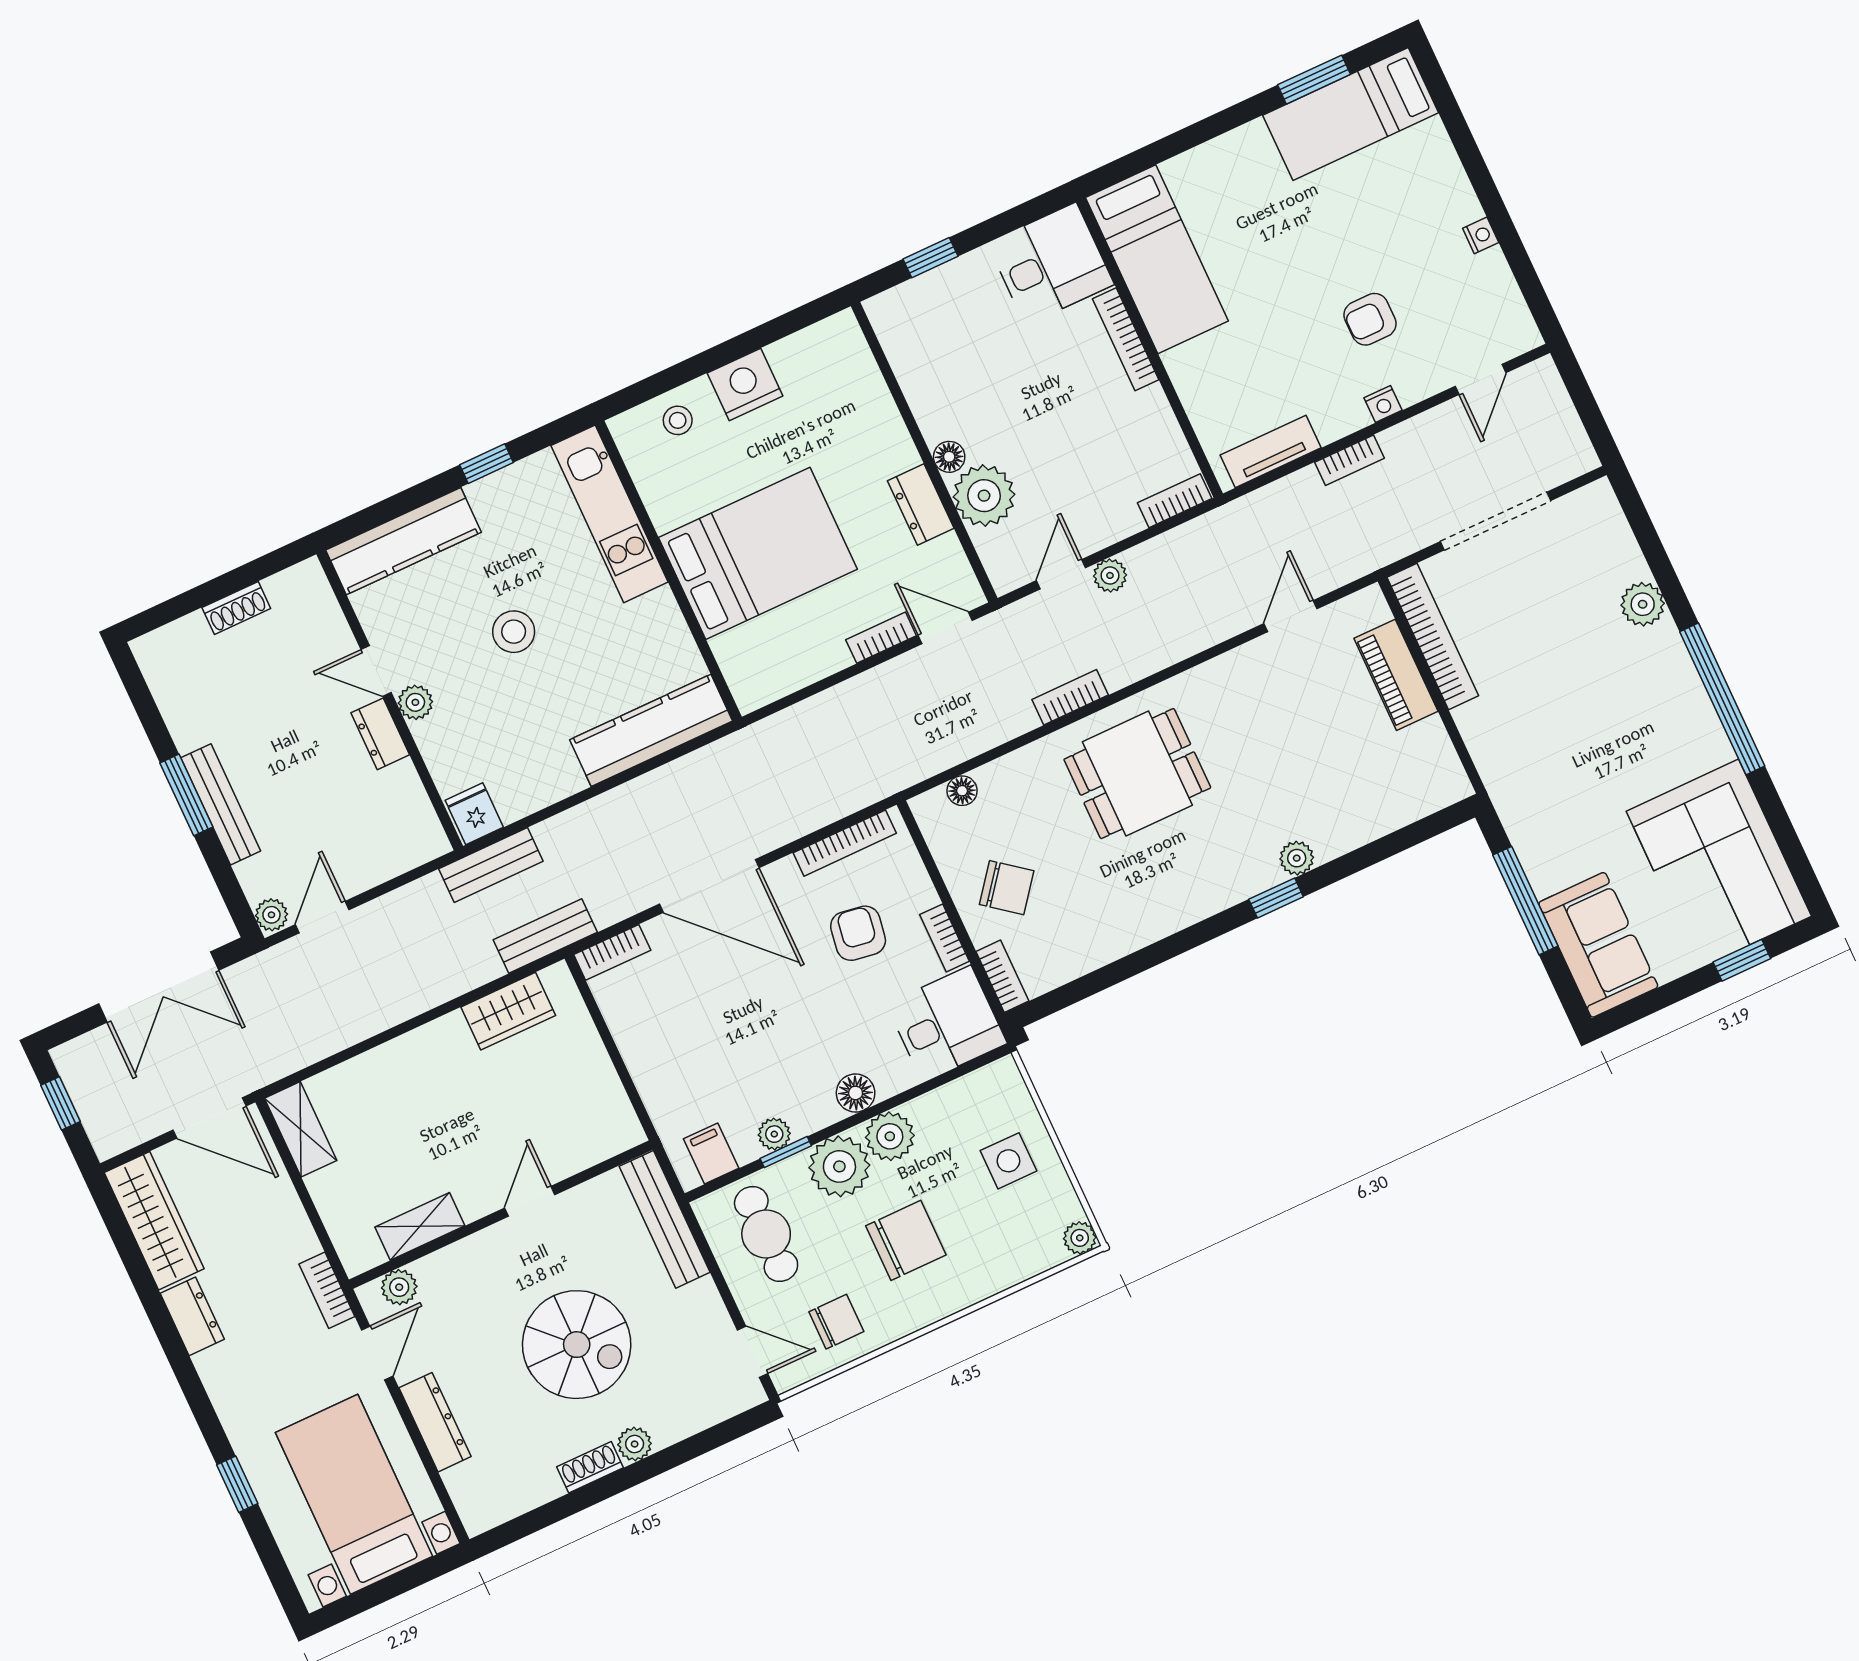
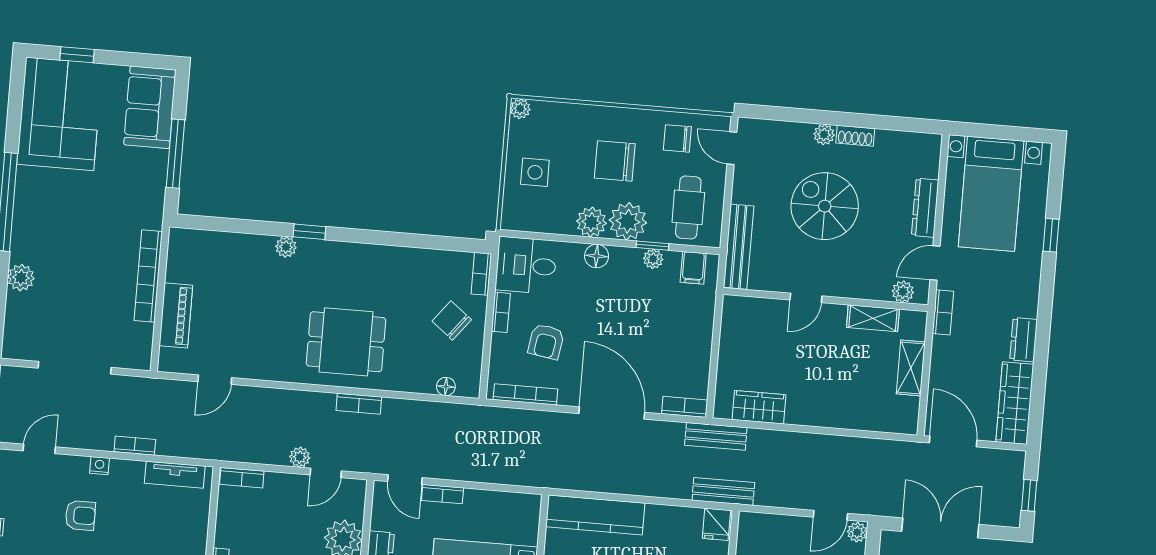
bookcase: (1433, 637) -> (148, 276), moved
shelving: (301, 1129) -> (911, 368), moved

